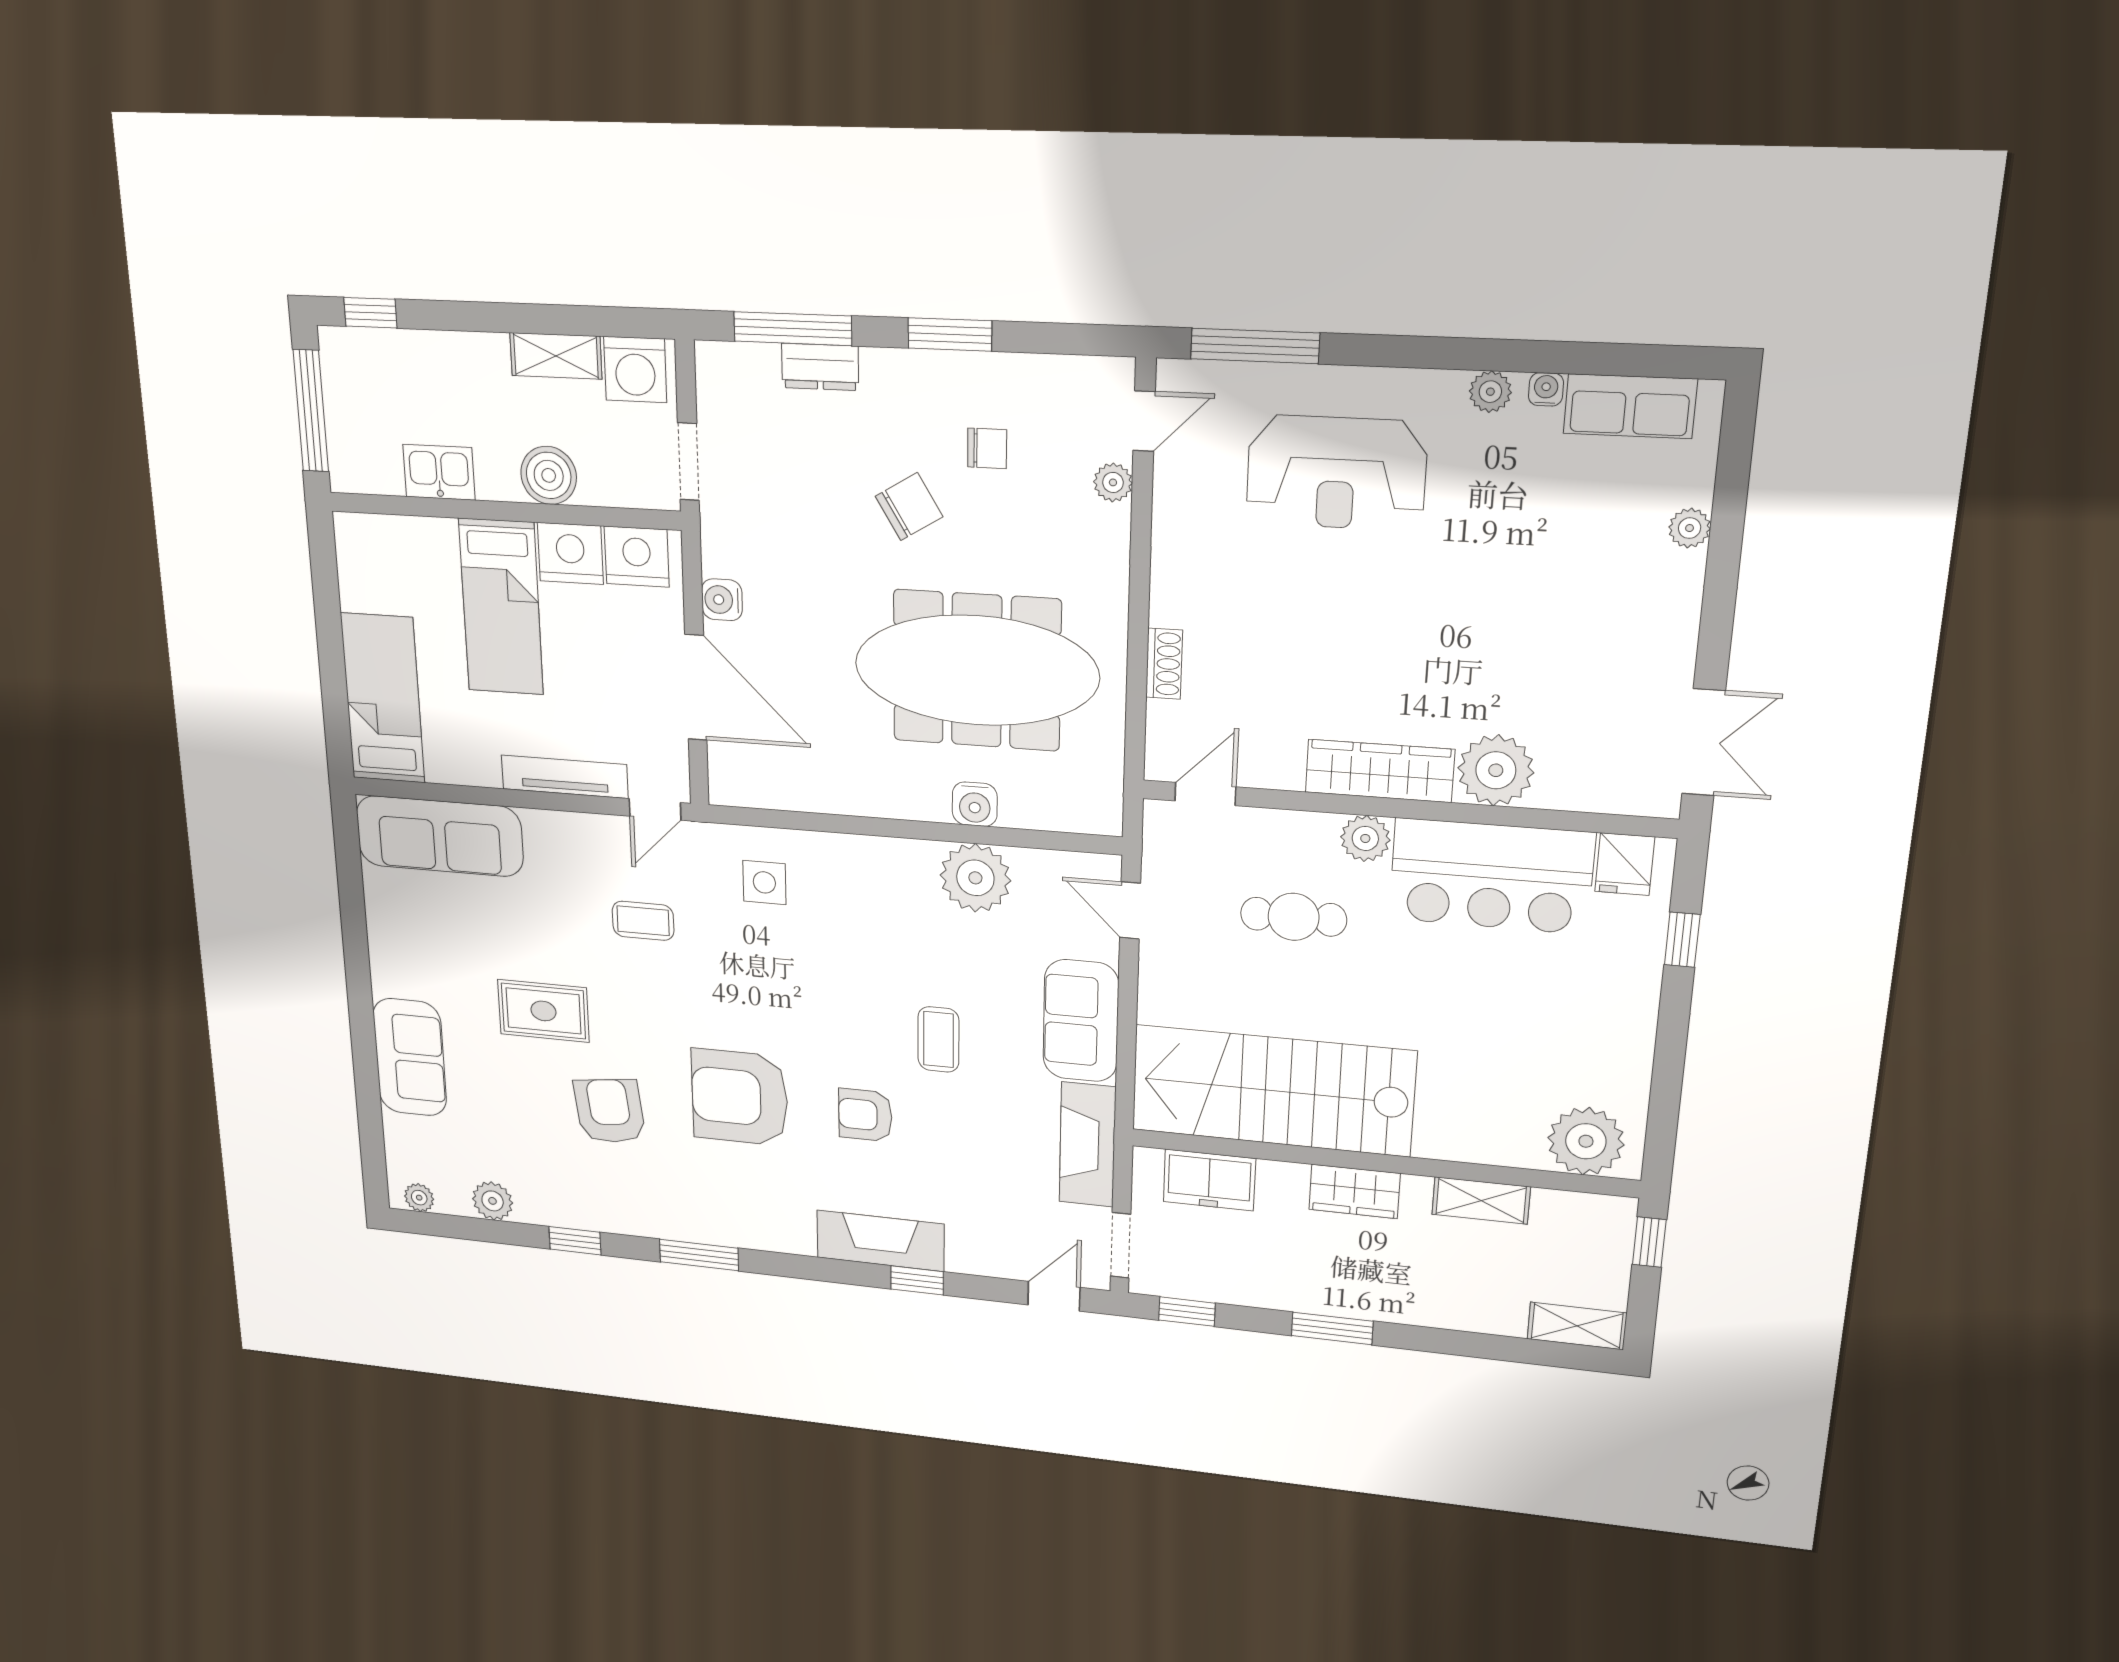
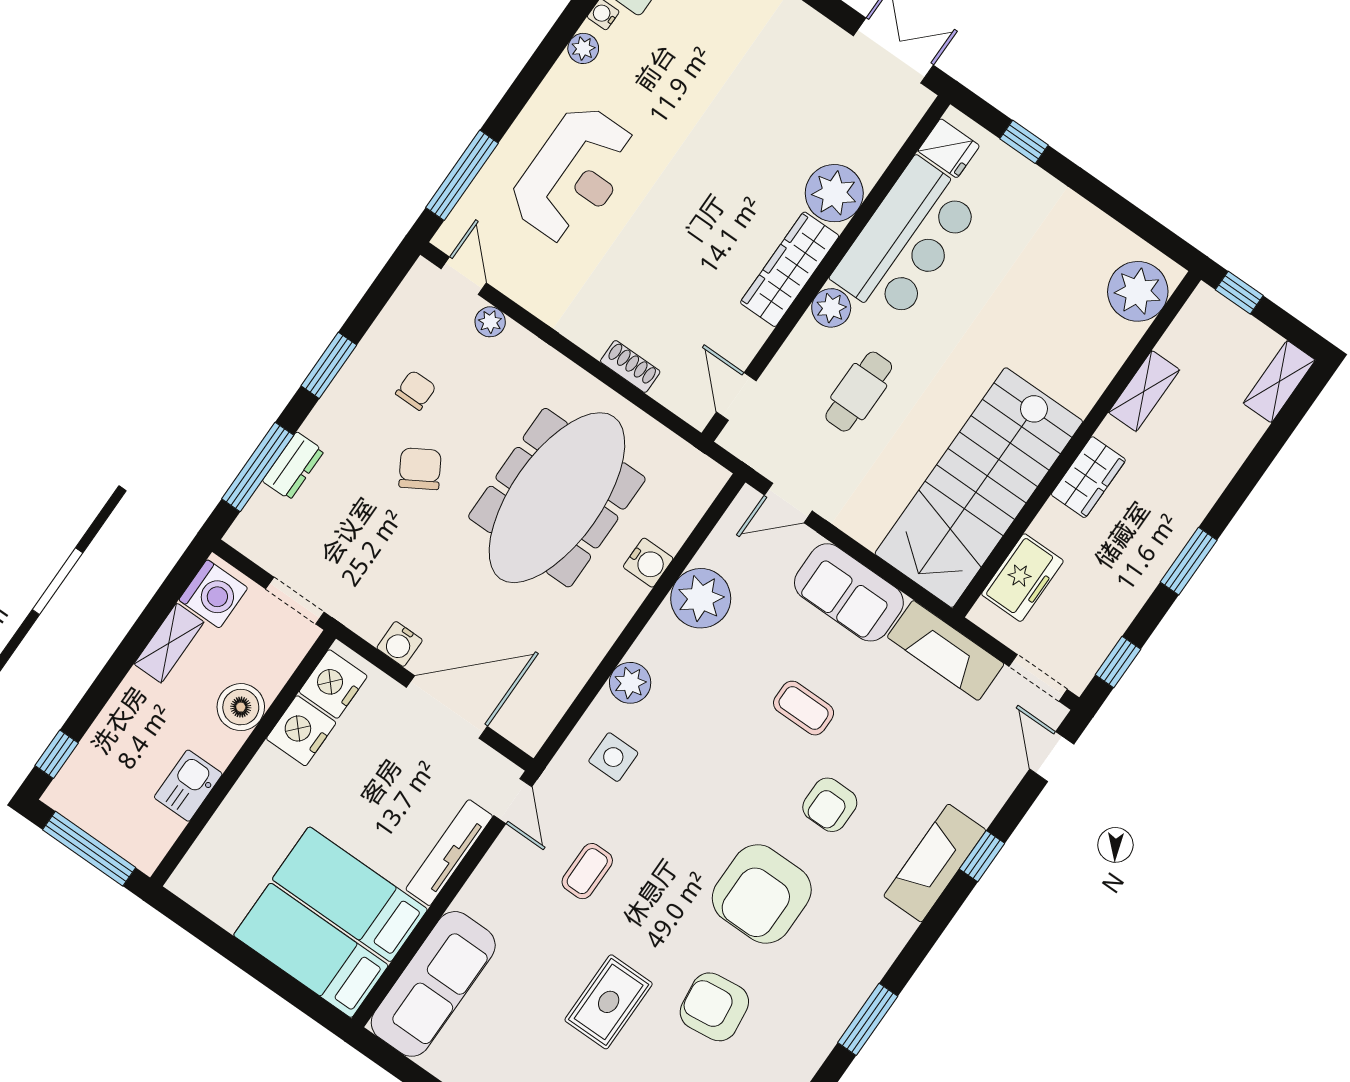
bed: (501, 607) -> (350, 894), moved, turned 180
plant: (846, 857) -> (630, 683), added

